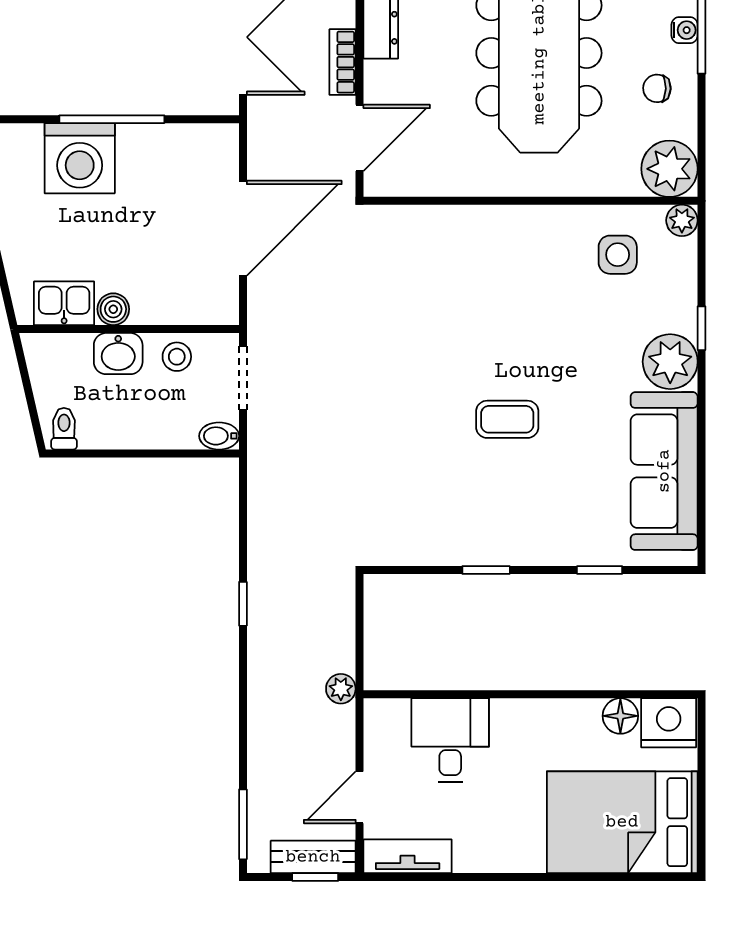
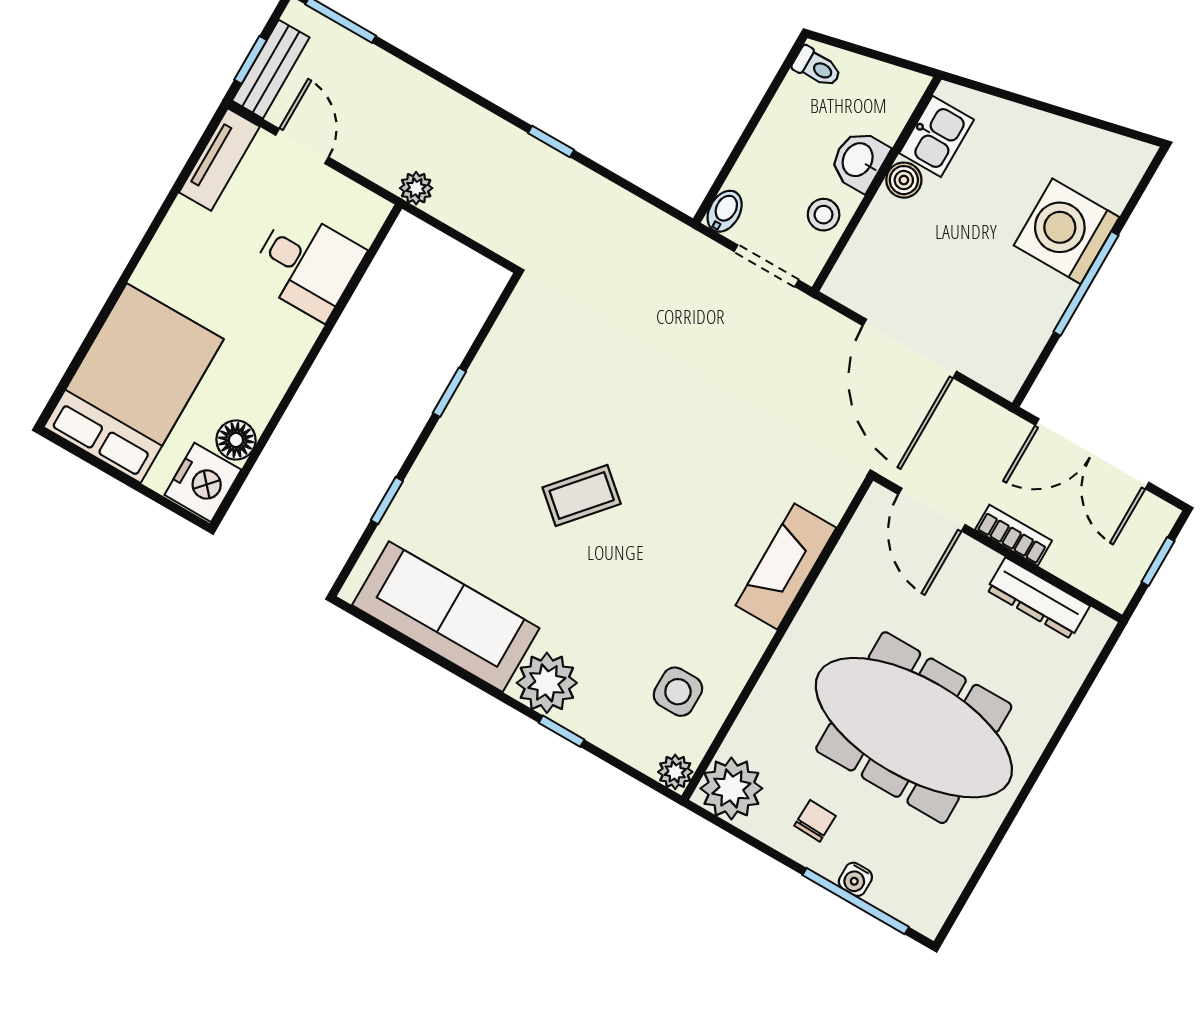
fireplace: (470, 227) -> (786, 566), added
coffee table: (507, 419) -> (582, 496), turned 41

